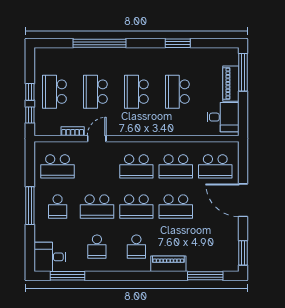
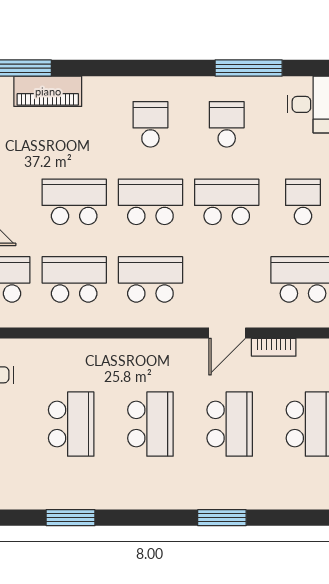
window: (99, 43) -> (222, 518), width x0.47
piano: (168, 264) -> (48, 91), moved
window: (68, 276) -> (249, 68), moved

